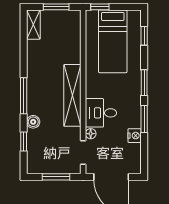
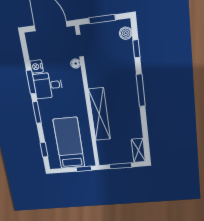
shelving: (72, 95) -> (99, 114), moved
desk: (101, 113) -> (48, 85), moved, turned 180
boiler: (33, 122) -> (126, 33), moved

